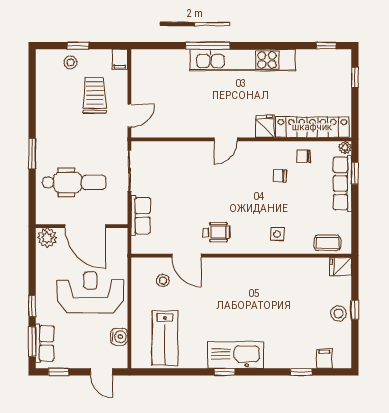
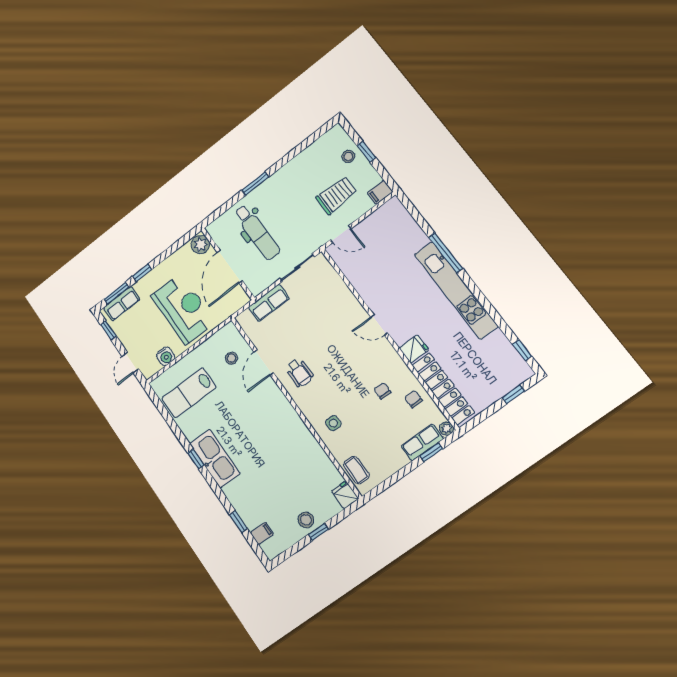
row of seats: (342, 183) -> (422, 442), width x0.68

